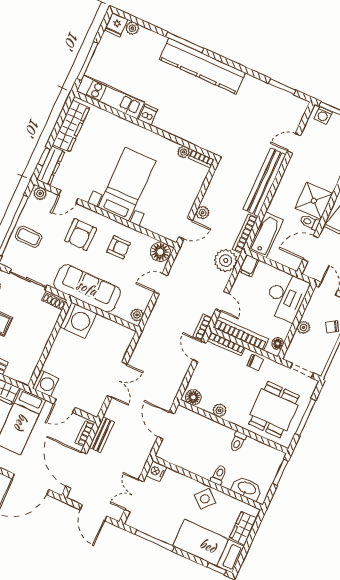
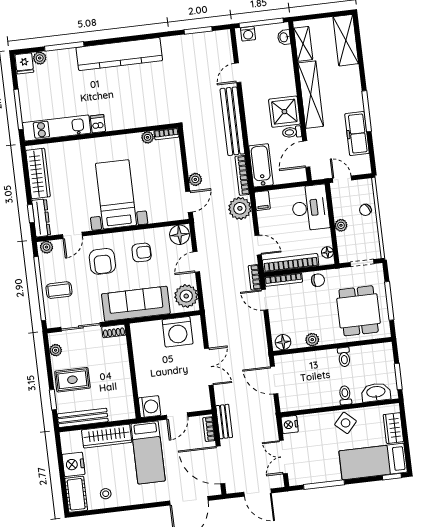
window: (185, 42) -> (64, 46), moved
plant: (137, 315) -> (186, 296), width x1.88, depth x1.88
washing machine: (78, 320) -> (178, 332), moved, turned 90
window: (280, 472) -> (398, 377), moved

